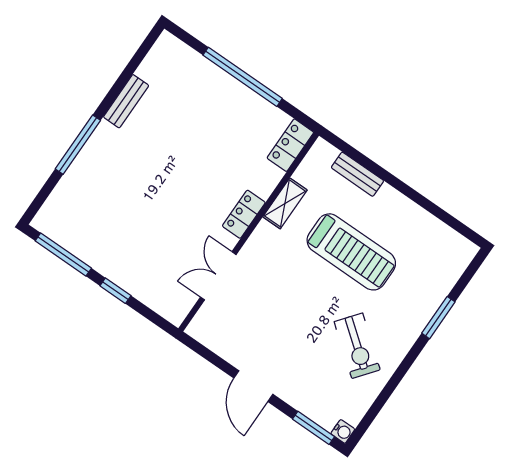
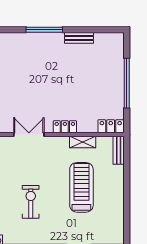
bench: (357, 174) -> (119, 150), moved
treadmill: (351, 252) -> (81, 187), turned 180
exercise bike: (357, 346) -> (31, 202), moved, turned 142

